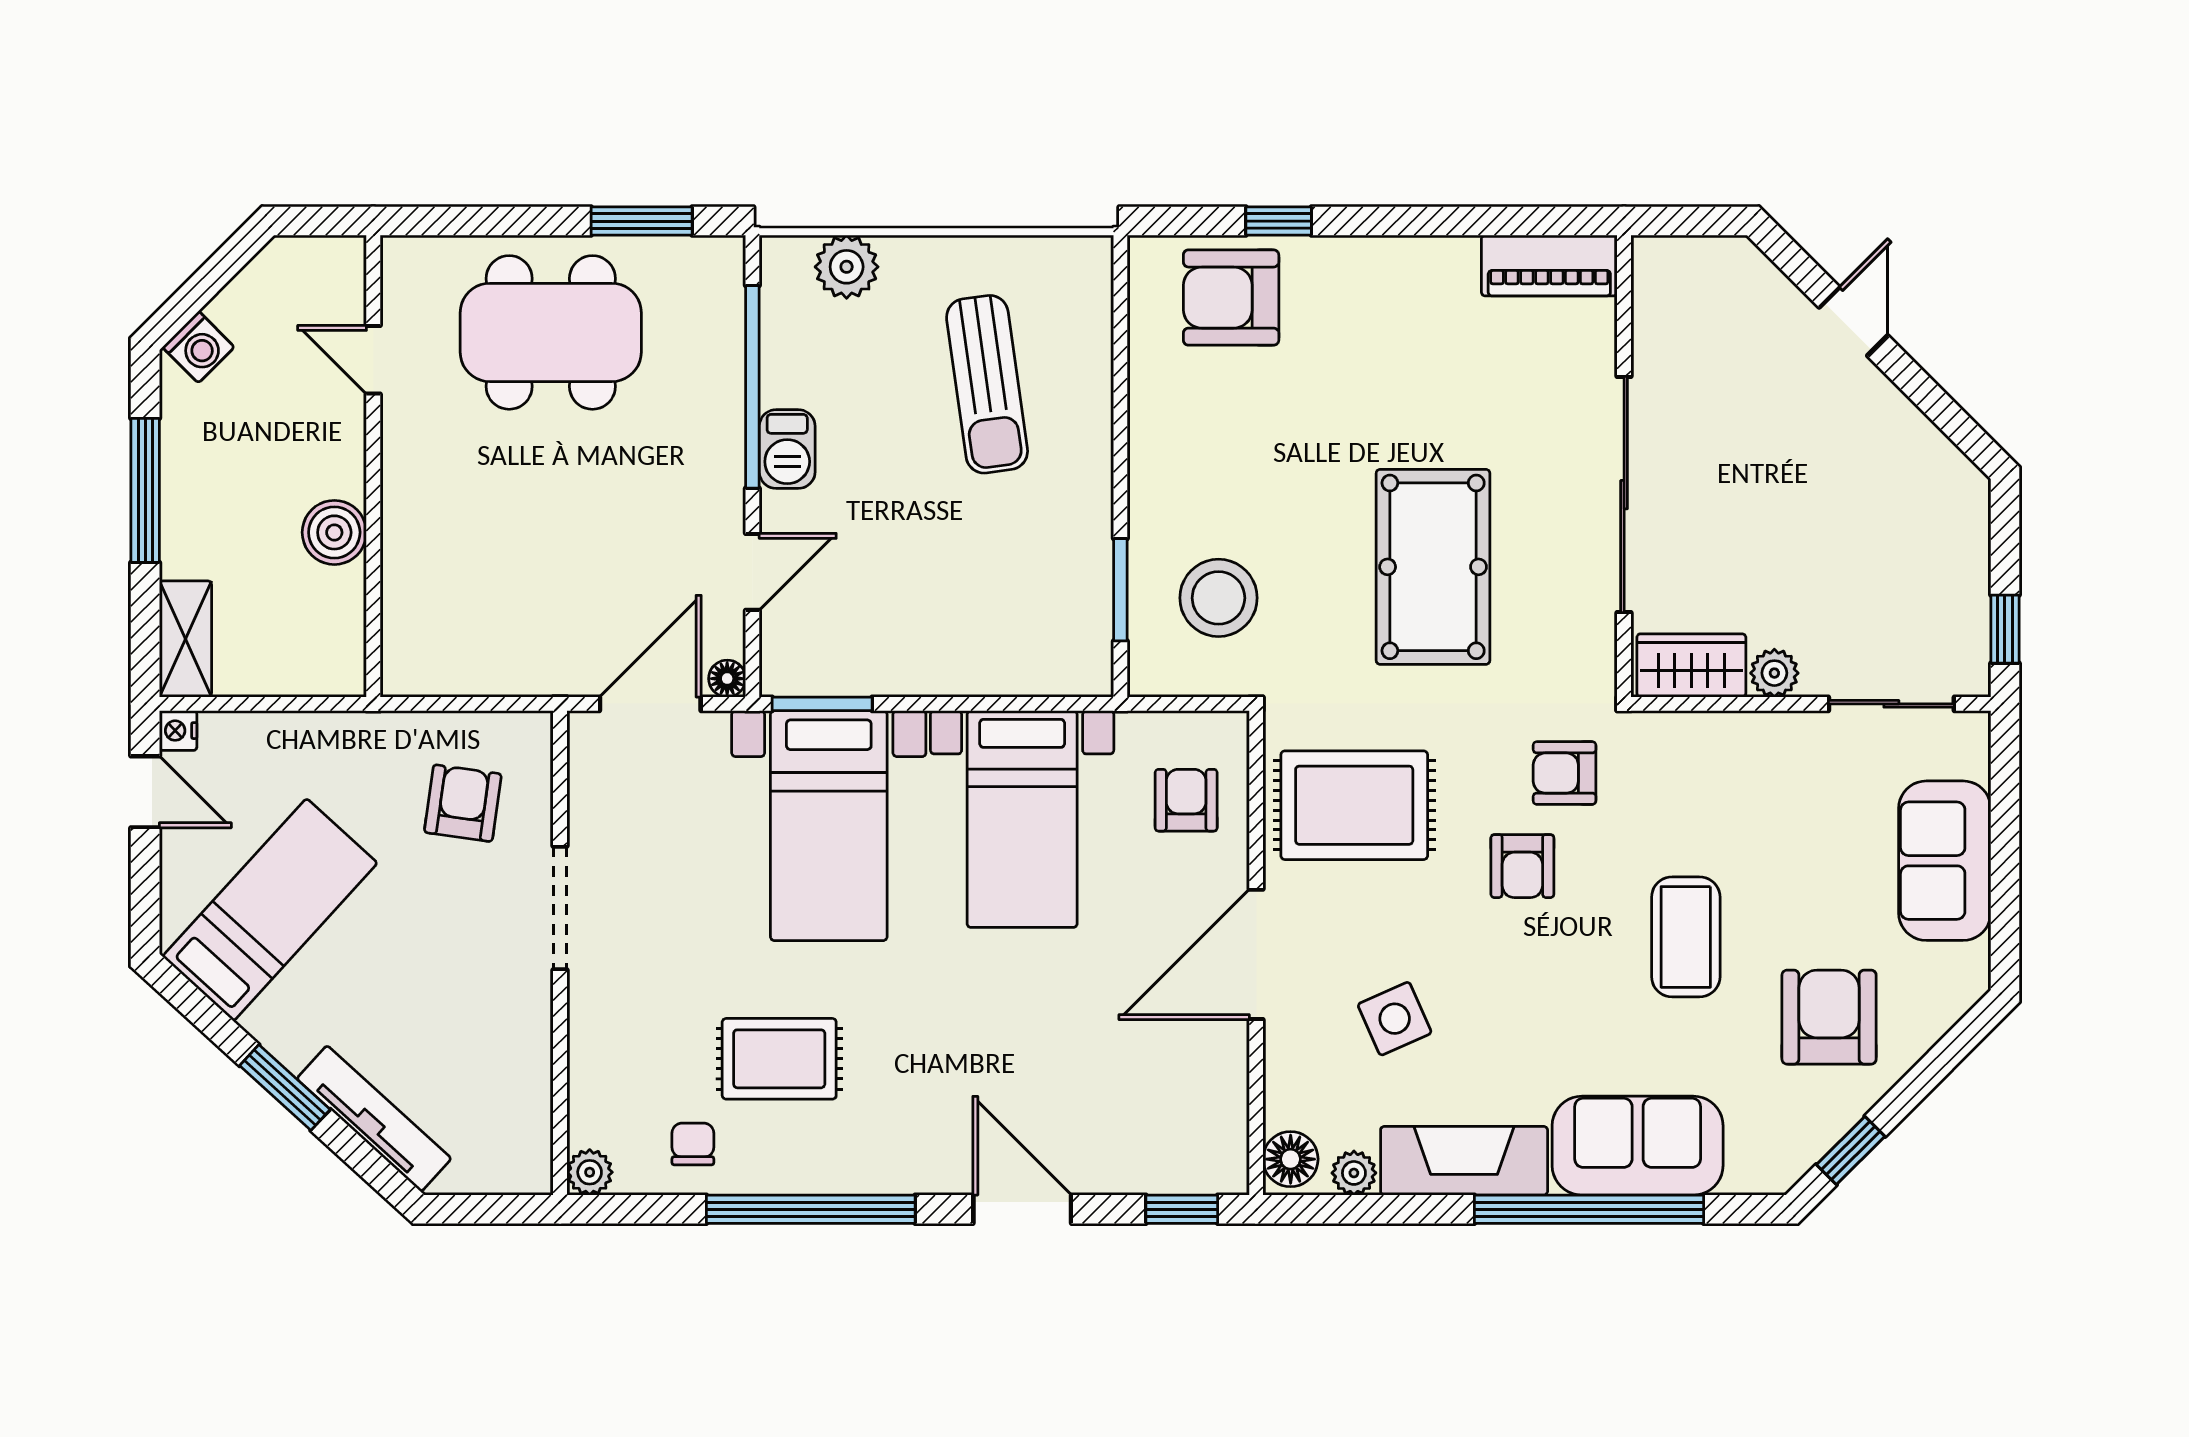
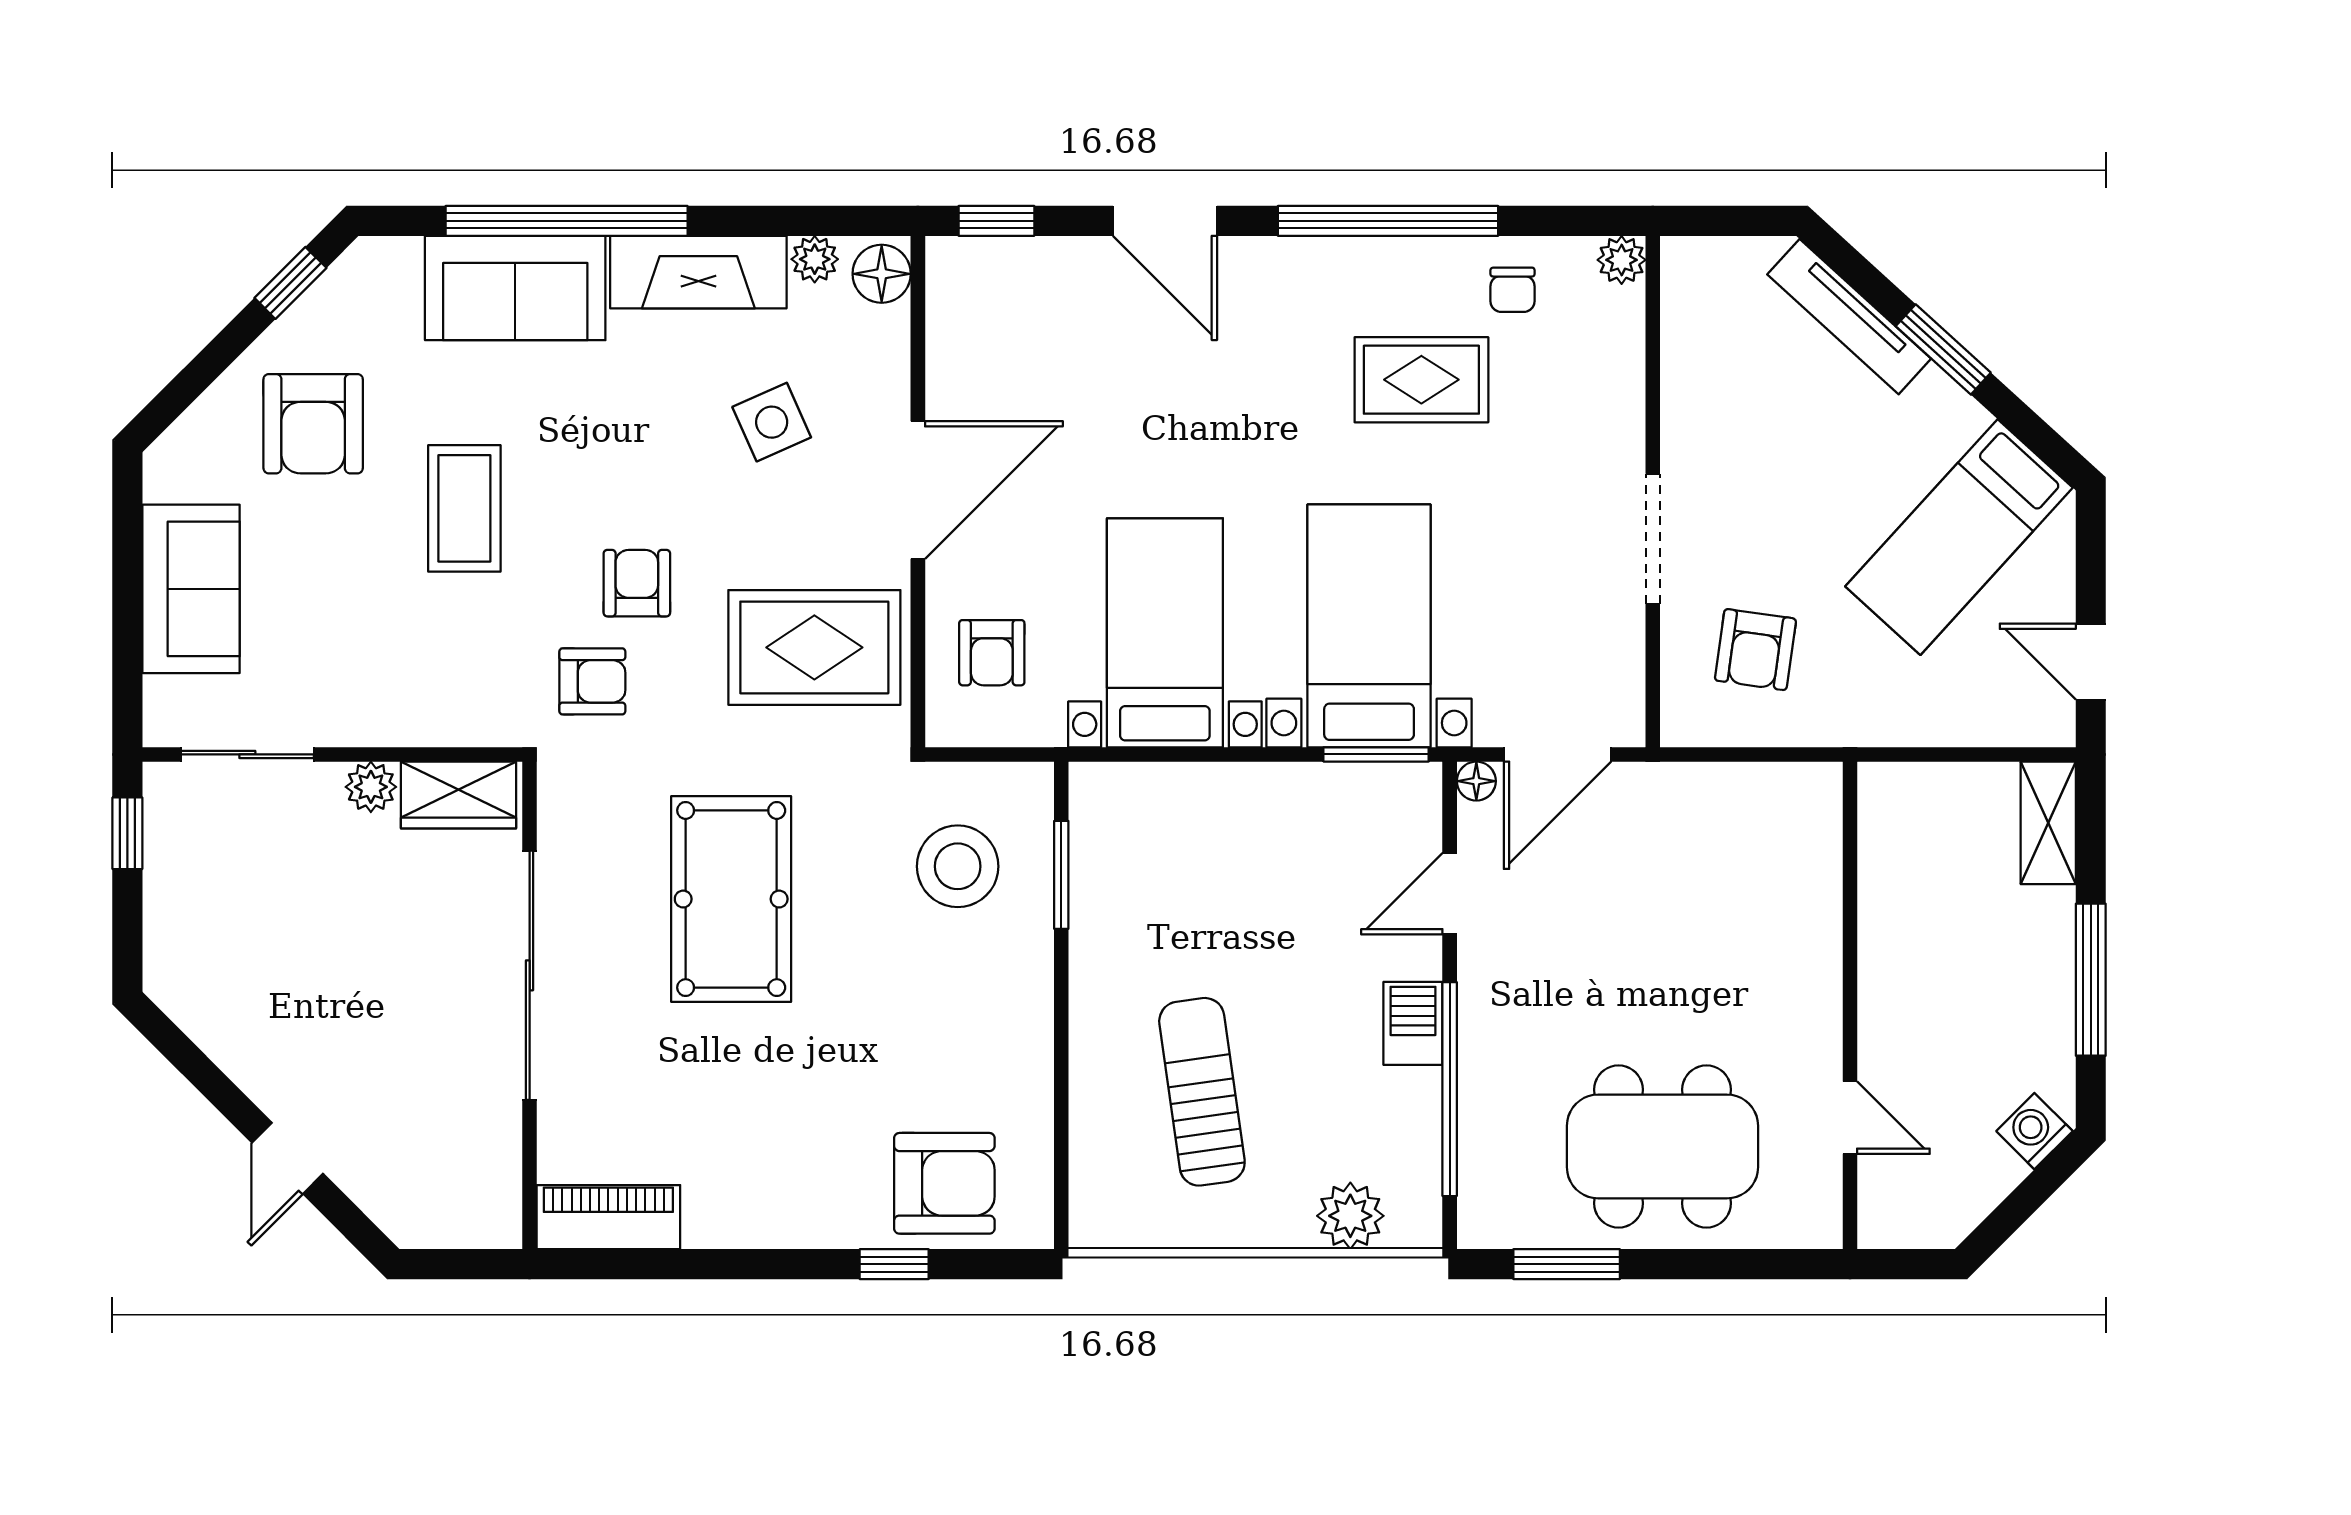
boiler: (334, 532) -> (1891, 935), removed
nightstand: (178, 731) -> (2056, 726), removed

